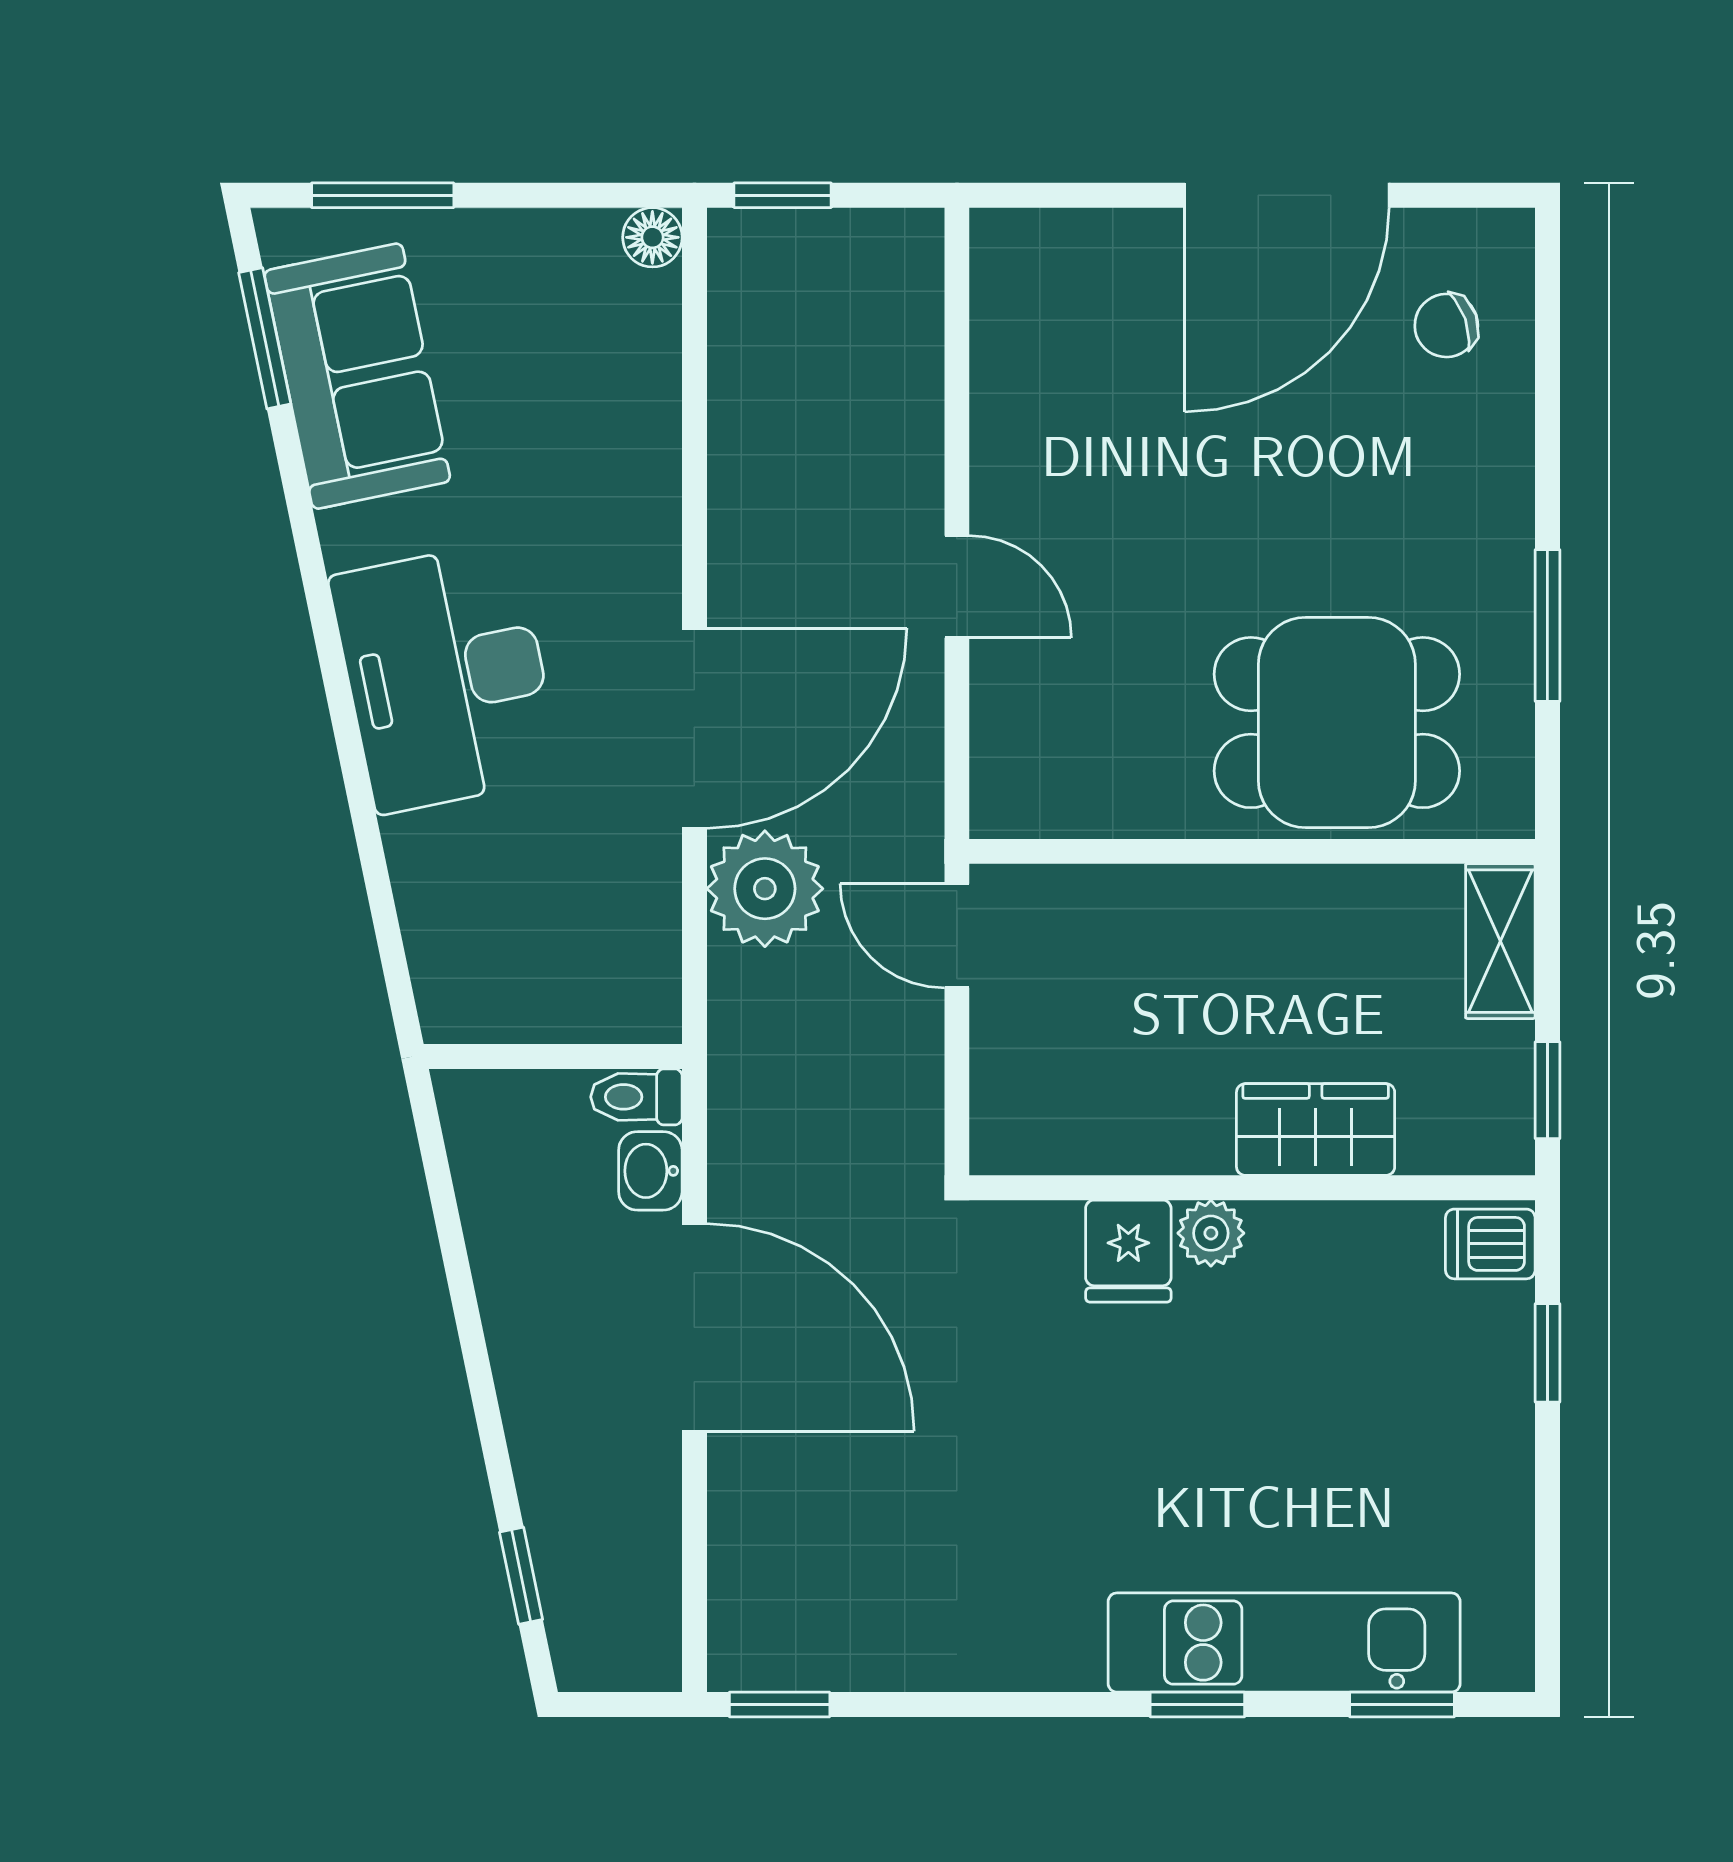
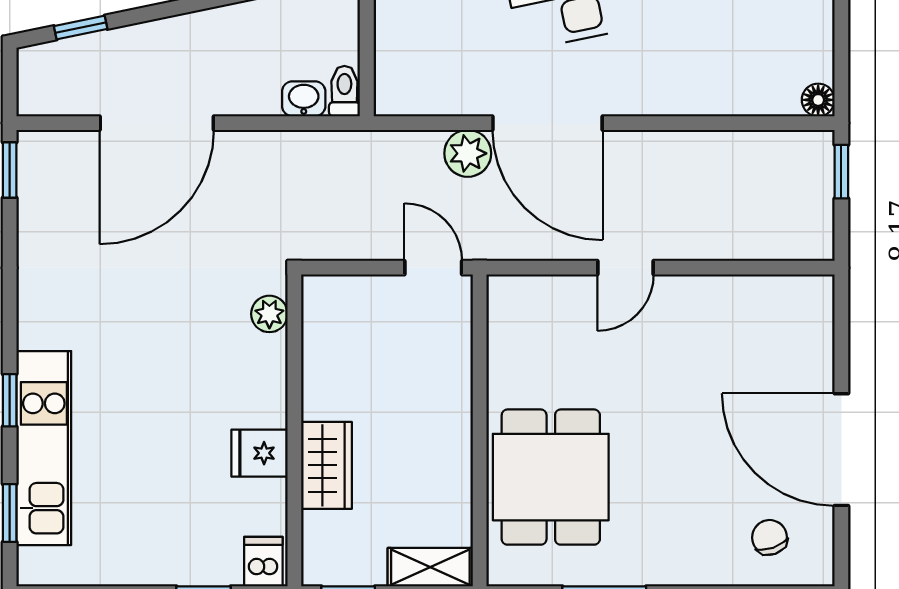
plant: (765, 889) -> (468, 153), width x0.73, depth x0.73
door: (957, 936) -> (433, 268), hinge flipped
plant: (1211, 1233) -> (269, 314), moved
fridge: (1128, 1251) -> (260, 453), moved
door: (694, 1327) -> (157, 123), moved

